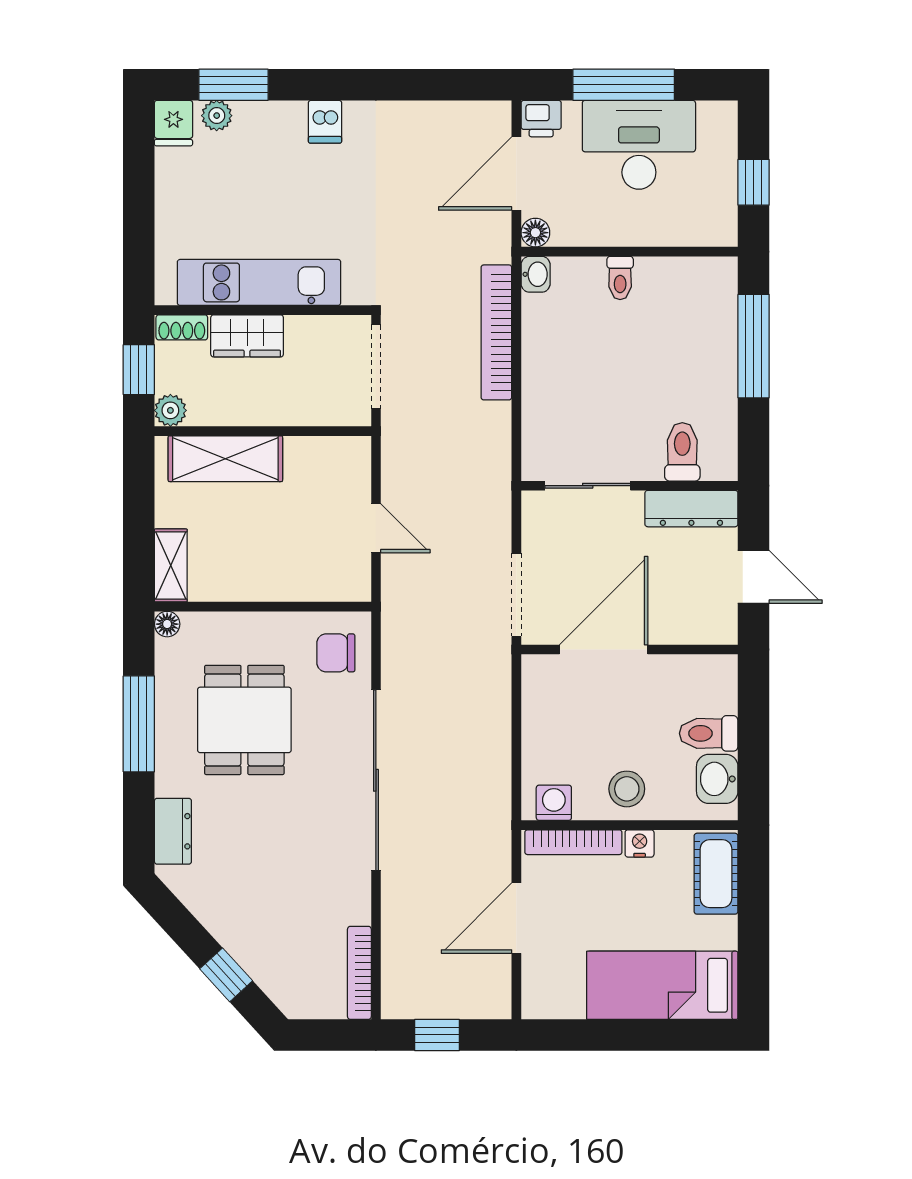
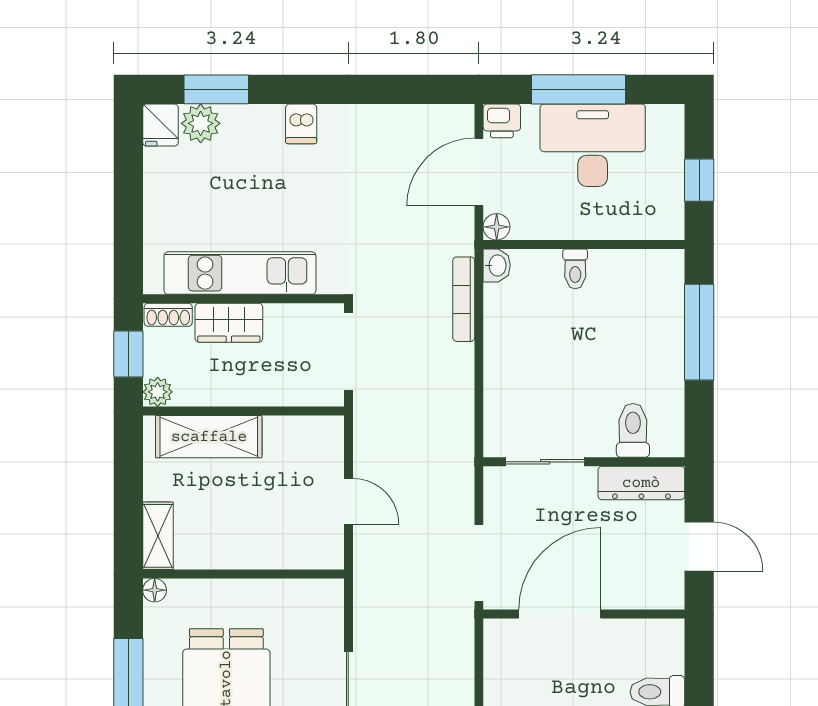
plant: (217, 116) -> (201, 123), width x1.38, depth x1.38
bookcase: (496, 332) -> (464, 299), width x0.68, depth x0.76
chair: (336, 653) -> (311, 617), removed

